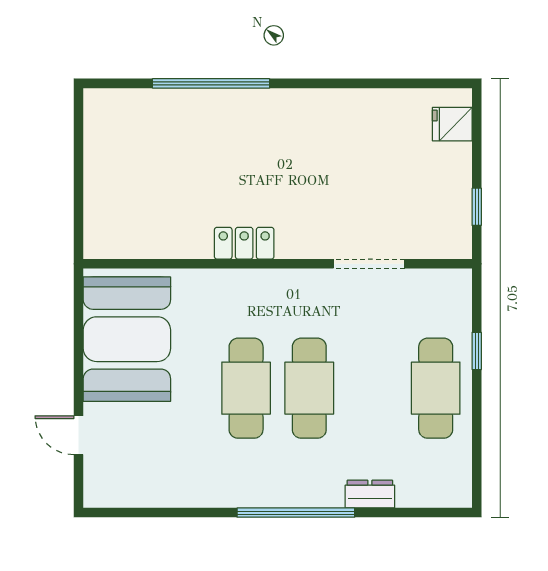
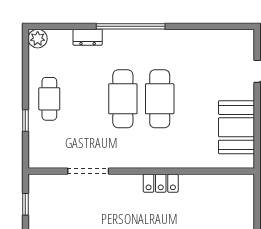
booth: (127, 339) -> (236, 127), width x0.73, depth x0.70
cafe table: (436, 388) -> (49, 99), width x0.73, depth x0.74
plant: (456, 492) -> (38, 39), added

